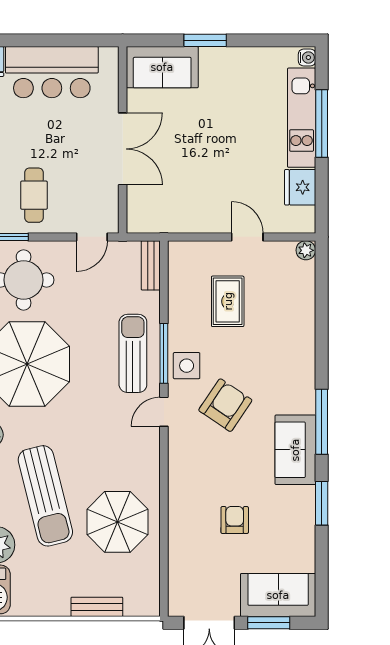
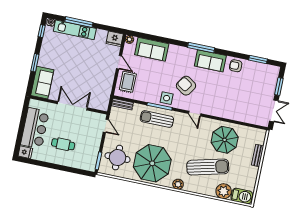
window: (282, 40) -> (42, 31), added
fridge: (300, 187) -> (115, 39), moved
cafe table: (34, 195) -> (63, 144), moved
door: (247, 237) -> (119, 62), swing flipped
rug: (228, 301) -> (128, 82), moved, turned 90
door: (164, 412) -> (195, 114), moved
window: (322, 503) -> (258, 60), moved
armchair: (235, 520) -> (236, 66), moved
sofa: (278, 595) -> (152, 49), moved, turned -90

